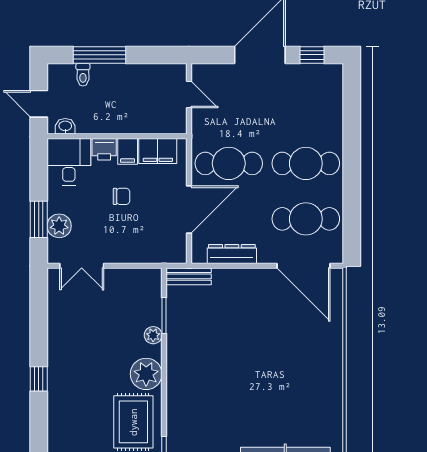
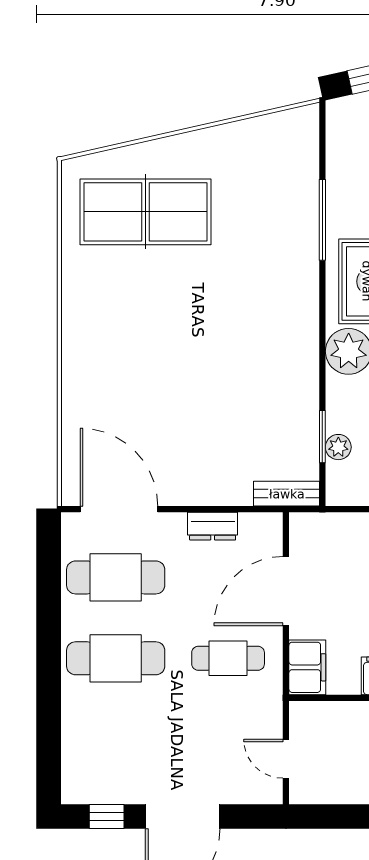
filing cabinet: (158, 151) -> (307, 667), moved, turned 90
cafe table: (229, 163) -> (228, 658), width x0.73, depth x0.74
dresser: (232, 254) -> (213, 526), width x0.70
plant: (153, 335) -> (338, 447), moved

